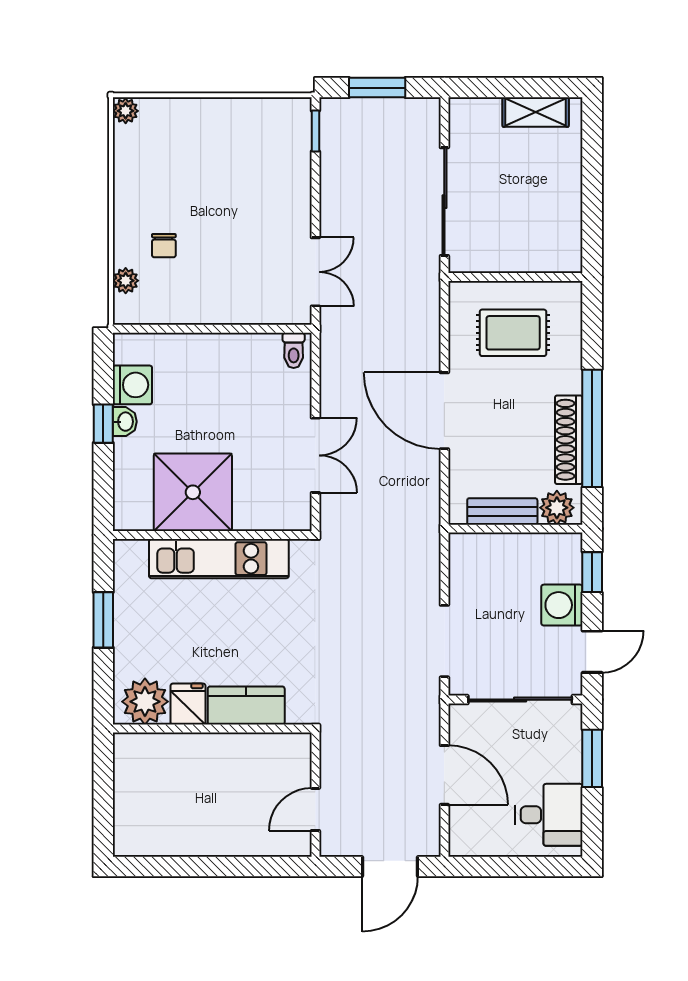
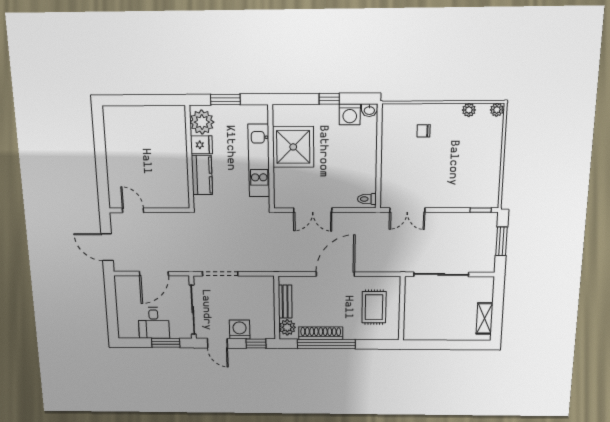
plant: (126, 281) -> (469, 110), moved
washbasin: (125, 422) -> (369, 110), moved
plant: (145, 702) -> (202, 122), moved
fridge: (188, 704) -> (201, 145), moved
kitchen counter: (246, 706) -> (202, 175), moved
wall: (212, 729) -> (189, 158), moved
desk: (549, 815) -> (154, 323), moved

